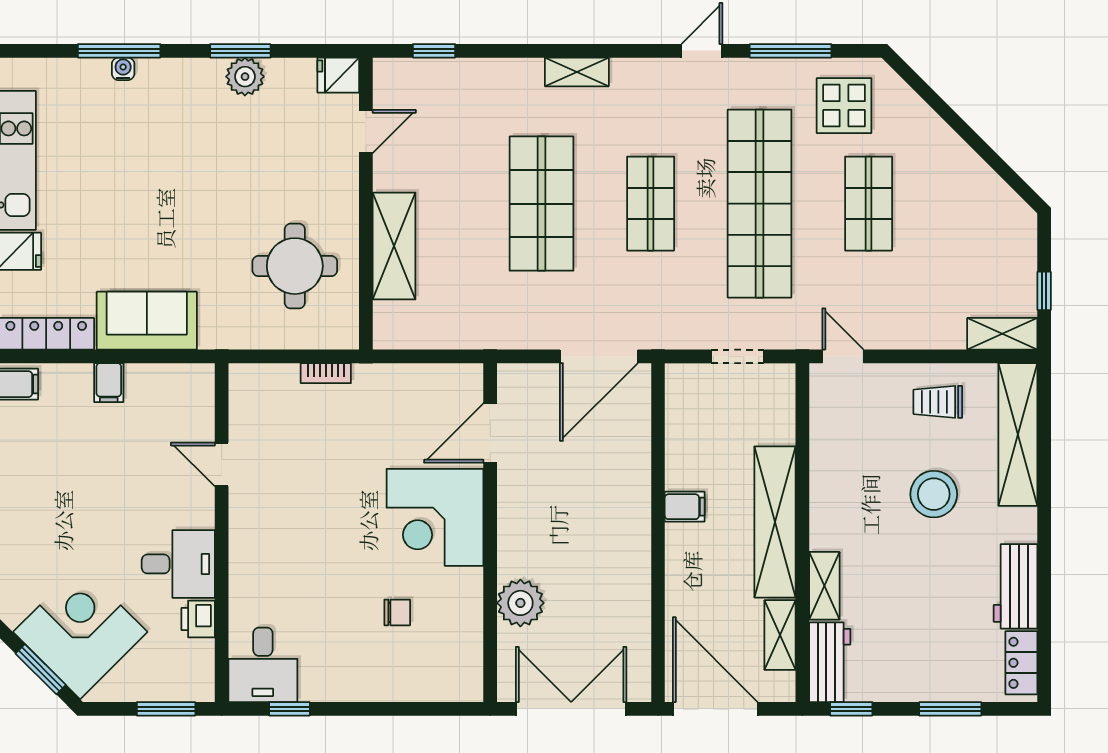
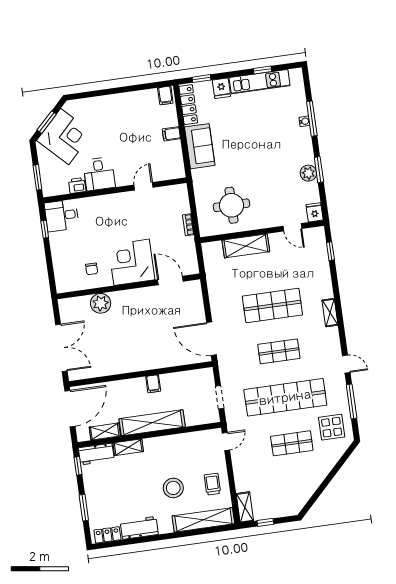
door: (490, 433) -> (170, 281), moved
corner desk: (435, 517) -> (132, 262), moved
wall: (490, 533) -> (128, 286), moved
plant: (520, 603) -> (101, 303), moved

